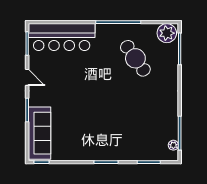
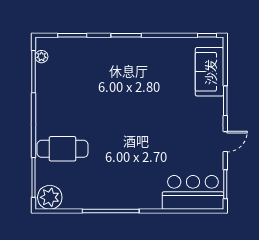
bar counter: (62, 37) -> (193, 192), width x0.73
cafe table: (135, 58) -> (63, 149), moved, turned -55
door: (27, 77) -> (225, 142), swing flipped
sofa: (40, 133) -> (210, 72), width x0.73

